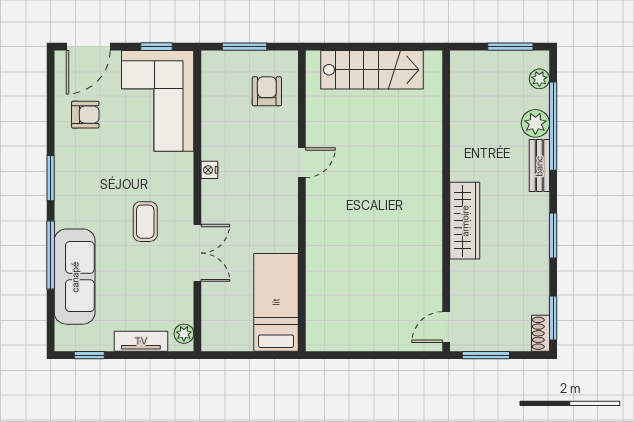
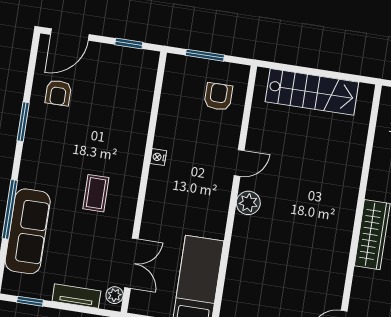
corner sofa: (158, 101) -> (123, 91), removed
armchair: (85, 115) -> (58, 93), turned 90
window: (51, 178) -> (23, 122), moved
plant: (319, 206) -> (248, 203), added
double door: (197, 253) -> (131, 263), moved

